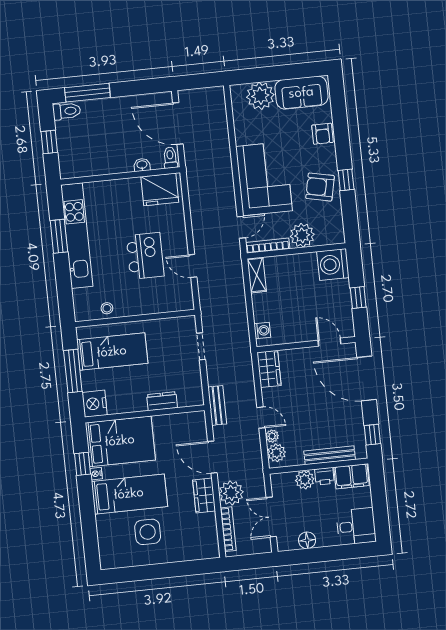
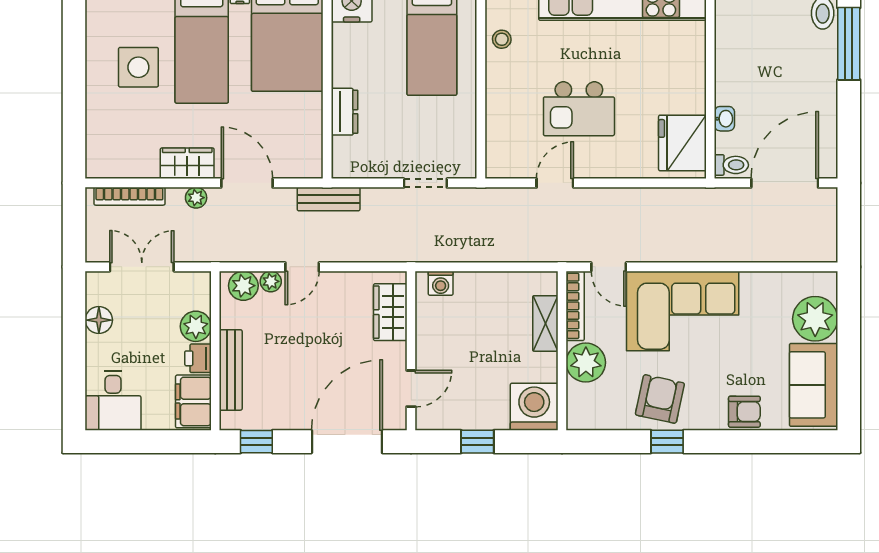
armchair: (322, 134) -> (744, 412), turned 180
shelving: (257, 275) -> (545, 323), moved, turned 90
wardrobe: (269, 369) -> (390, 312), moved, turned 90
door: (212, 457) -> (247, 183), hinge flipped
plant: (231, 493) -> (196, 198), width x0.53, depth x0.53

